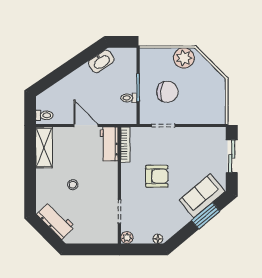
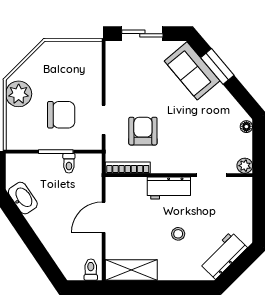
chair: (167, 92) -> (61, 115), turned 85
workbench: (109, 144) -> (169, 188), moved
armchair: (157, 176) -> (143, 131), moved

